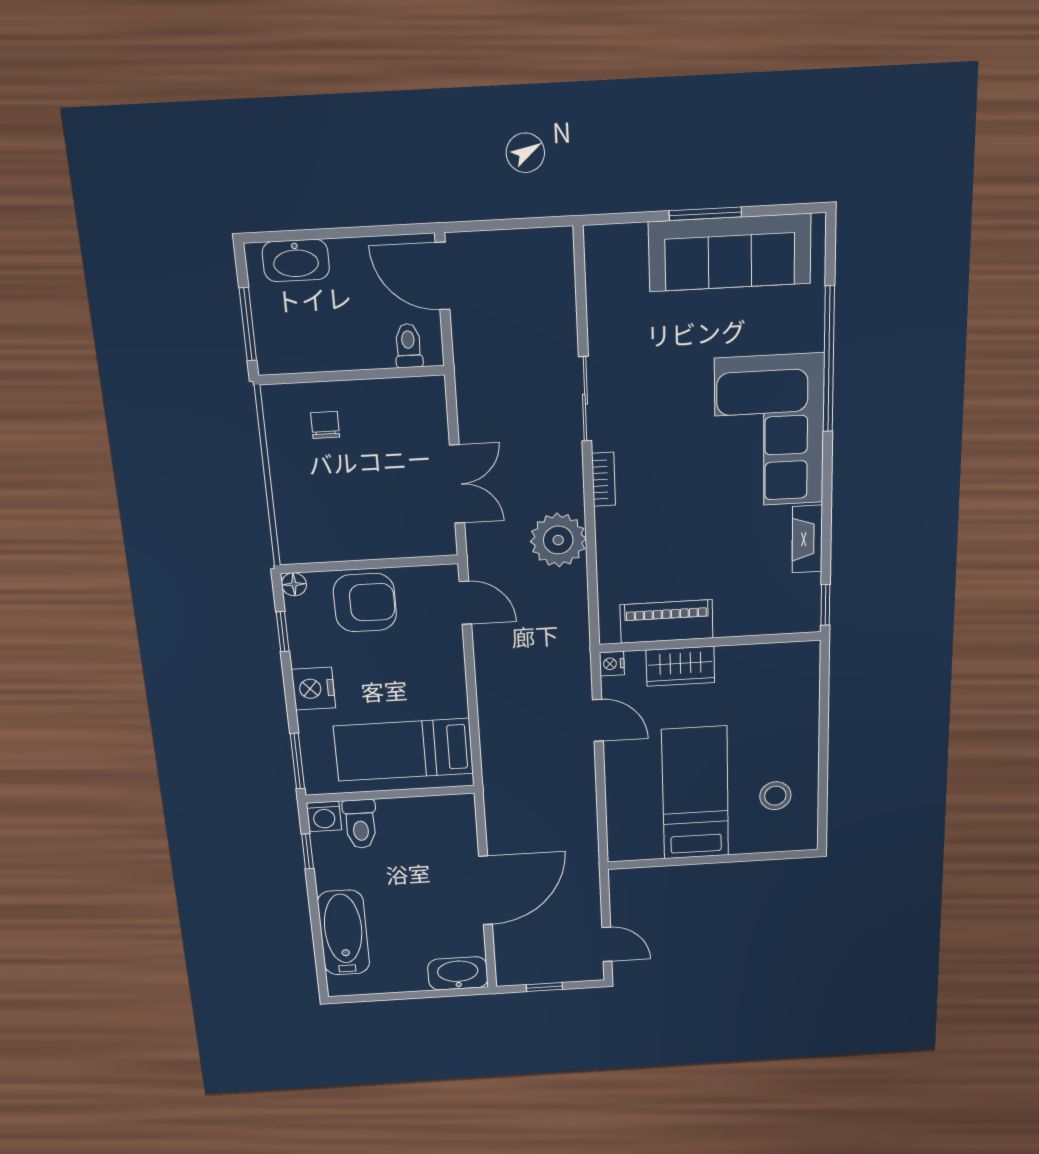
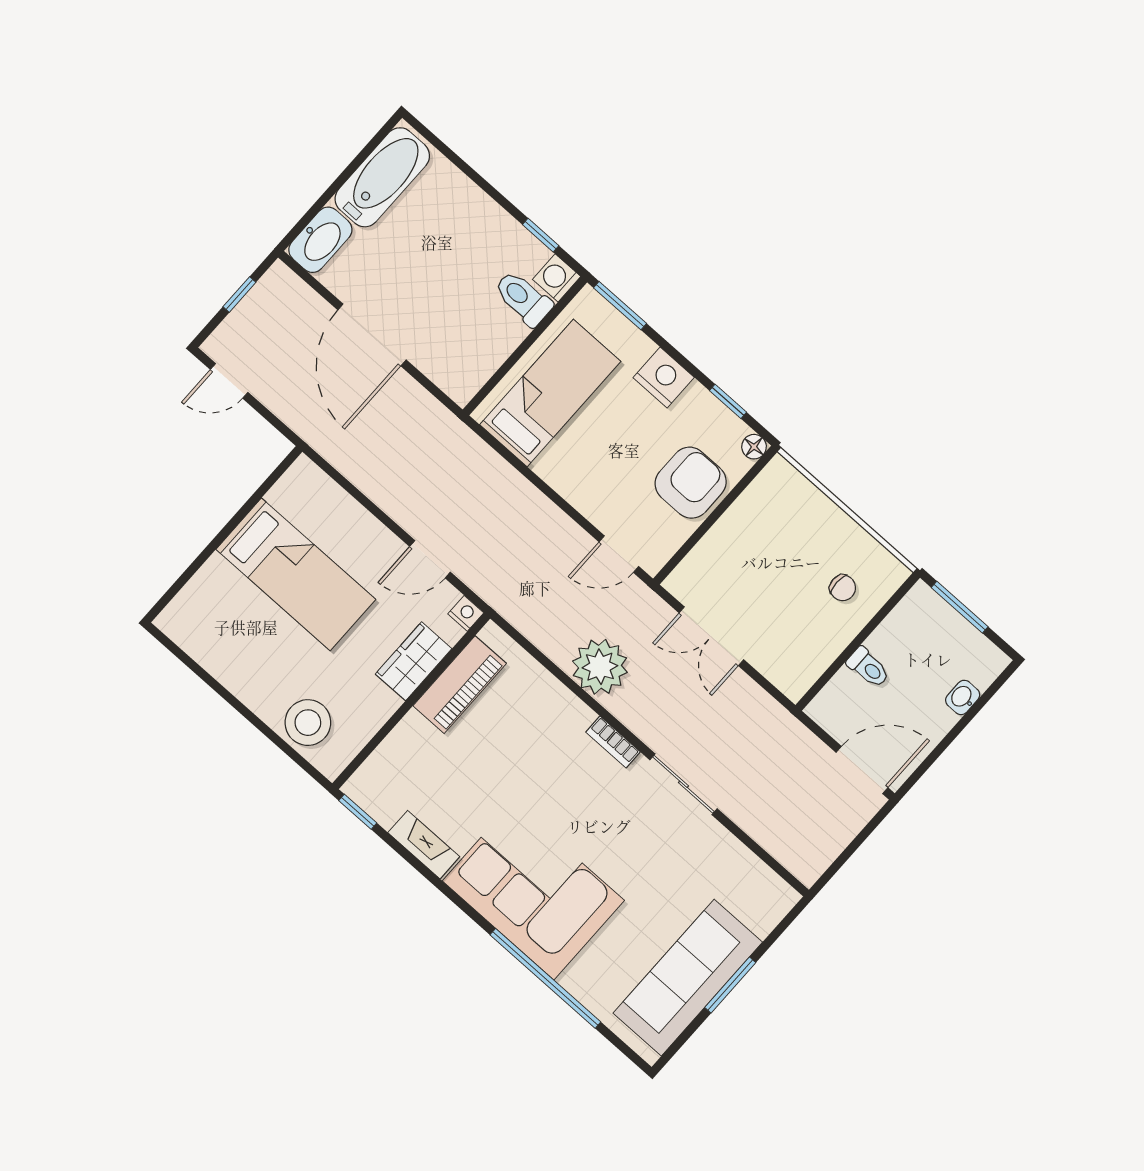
washbasin: (296, 260) -> (963, 697), width x0.52, depth x0.69
toilet: (408, 346) -> (868, 668), moved
armchair: (365, 603) -> (691, 483), turned 180
stool: (775, 796) -> (308, 723), moved, width x1.38, depth x1.38
bathtub: (344, 933) -> (382, 177), moved, turned -90

